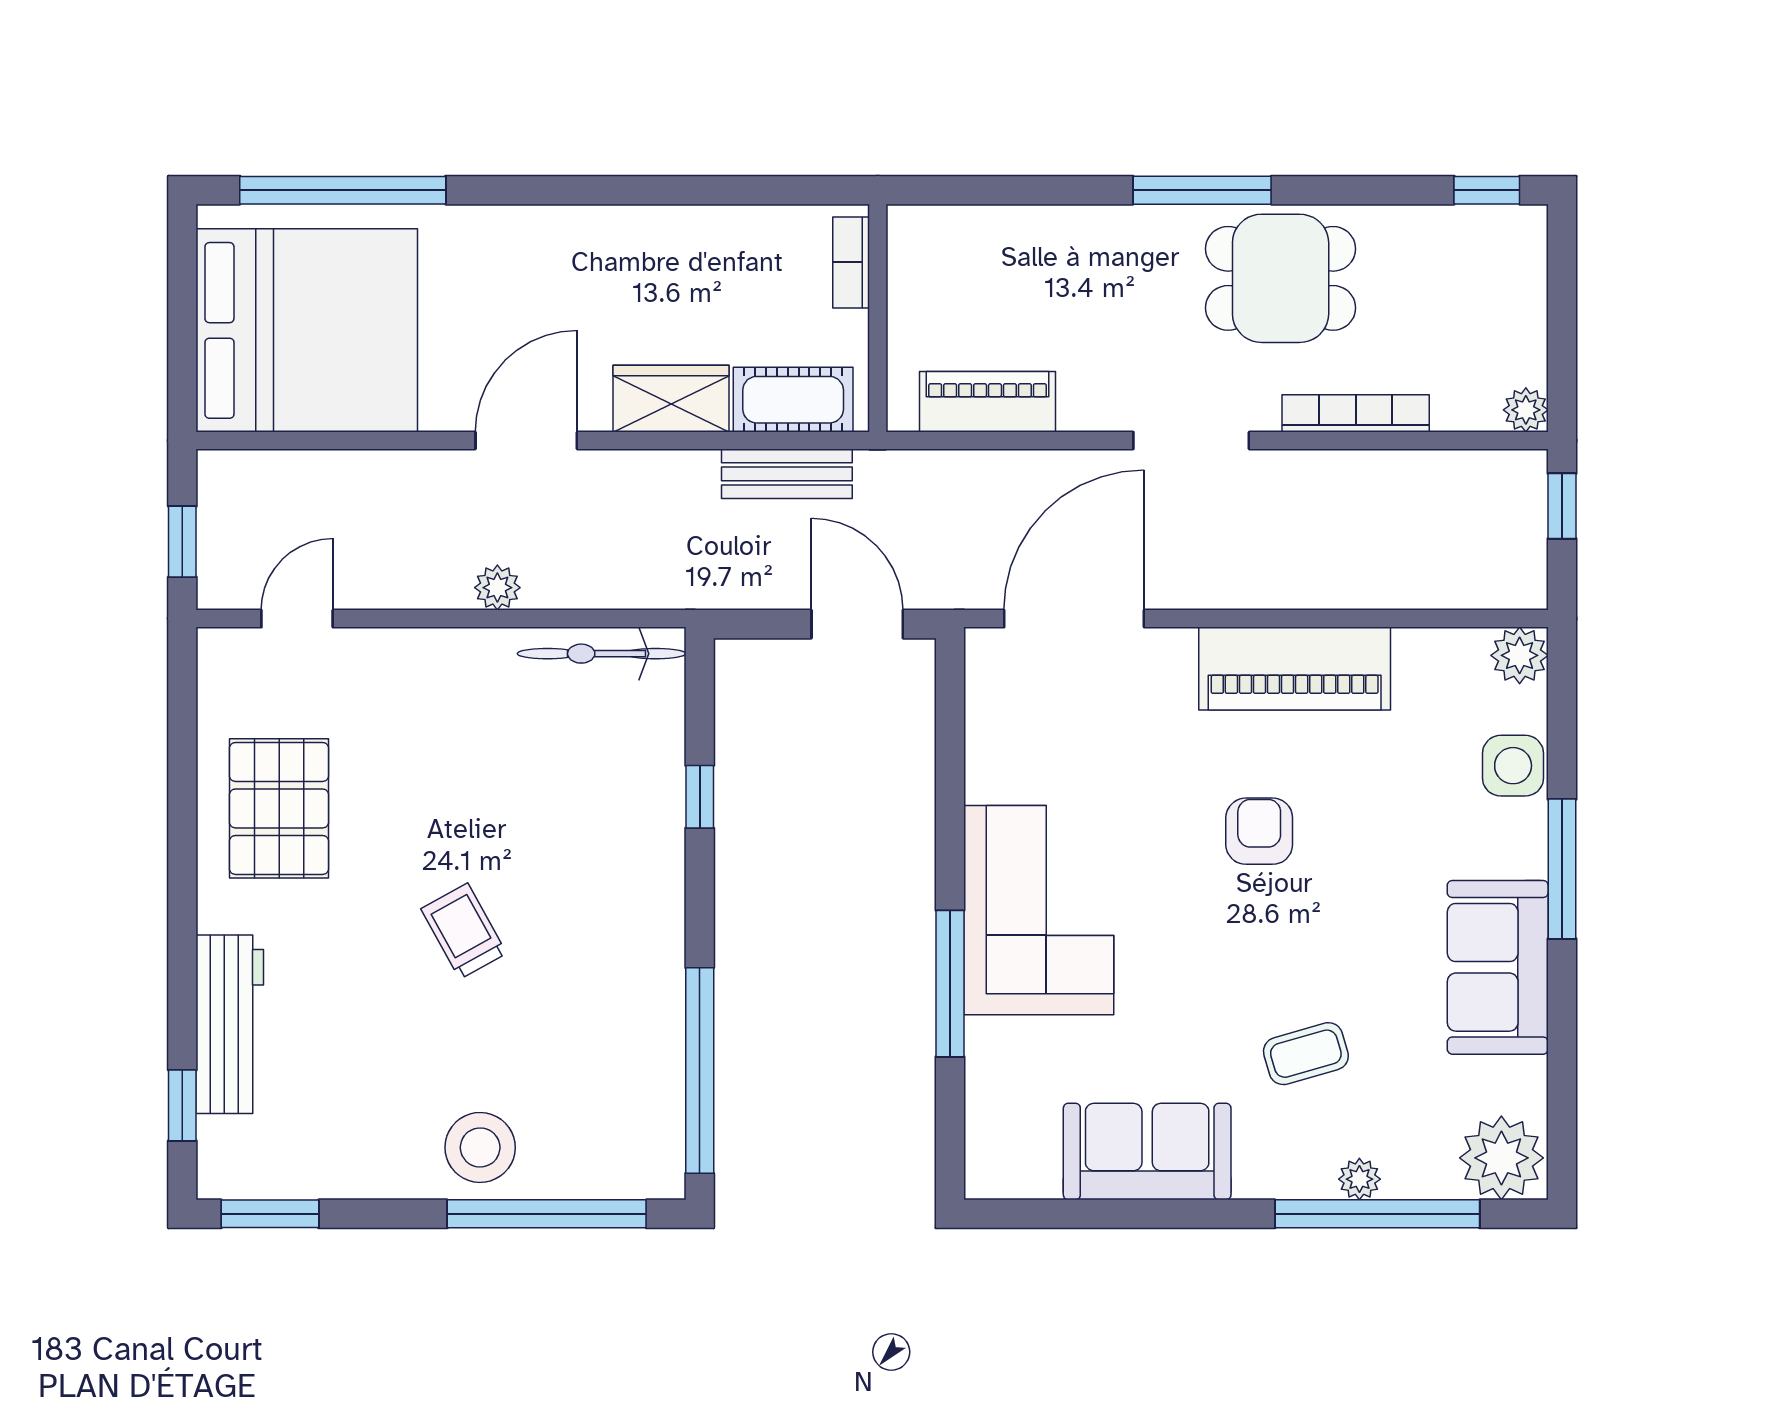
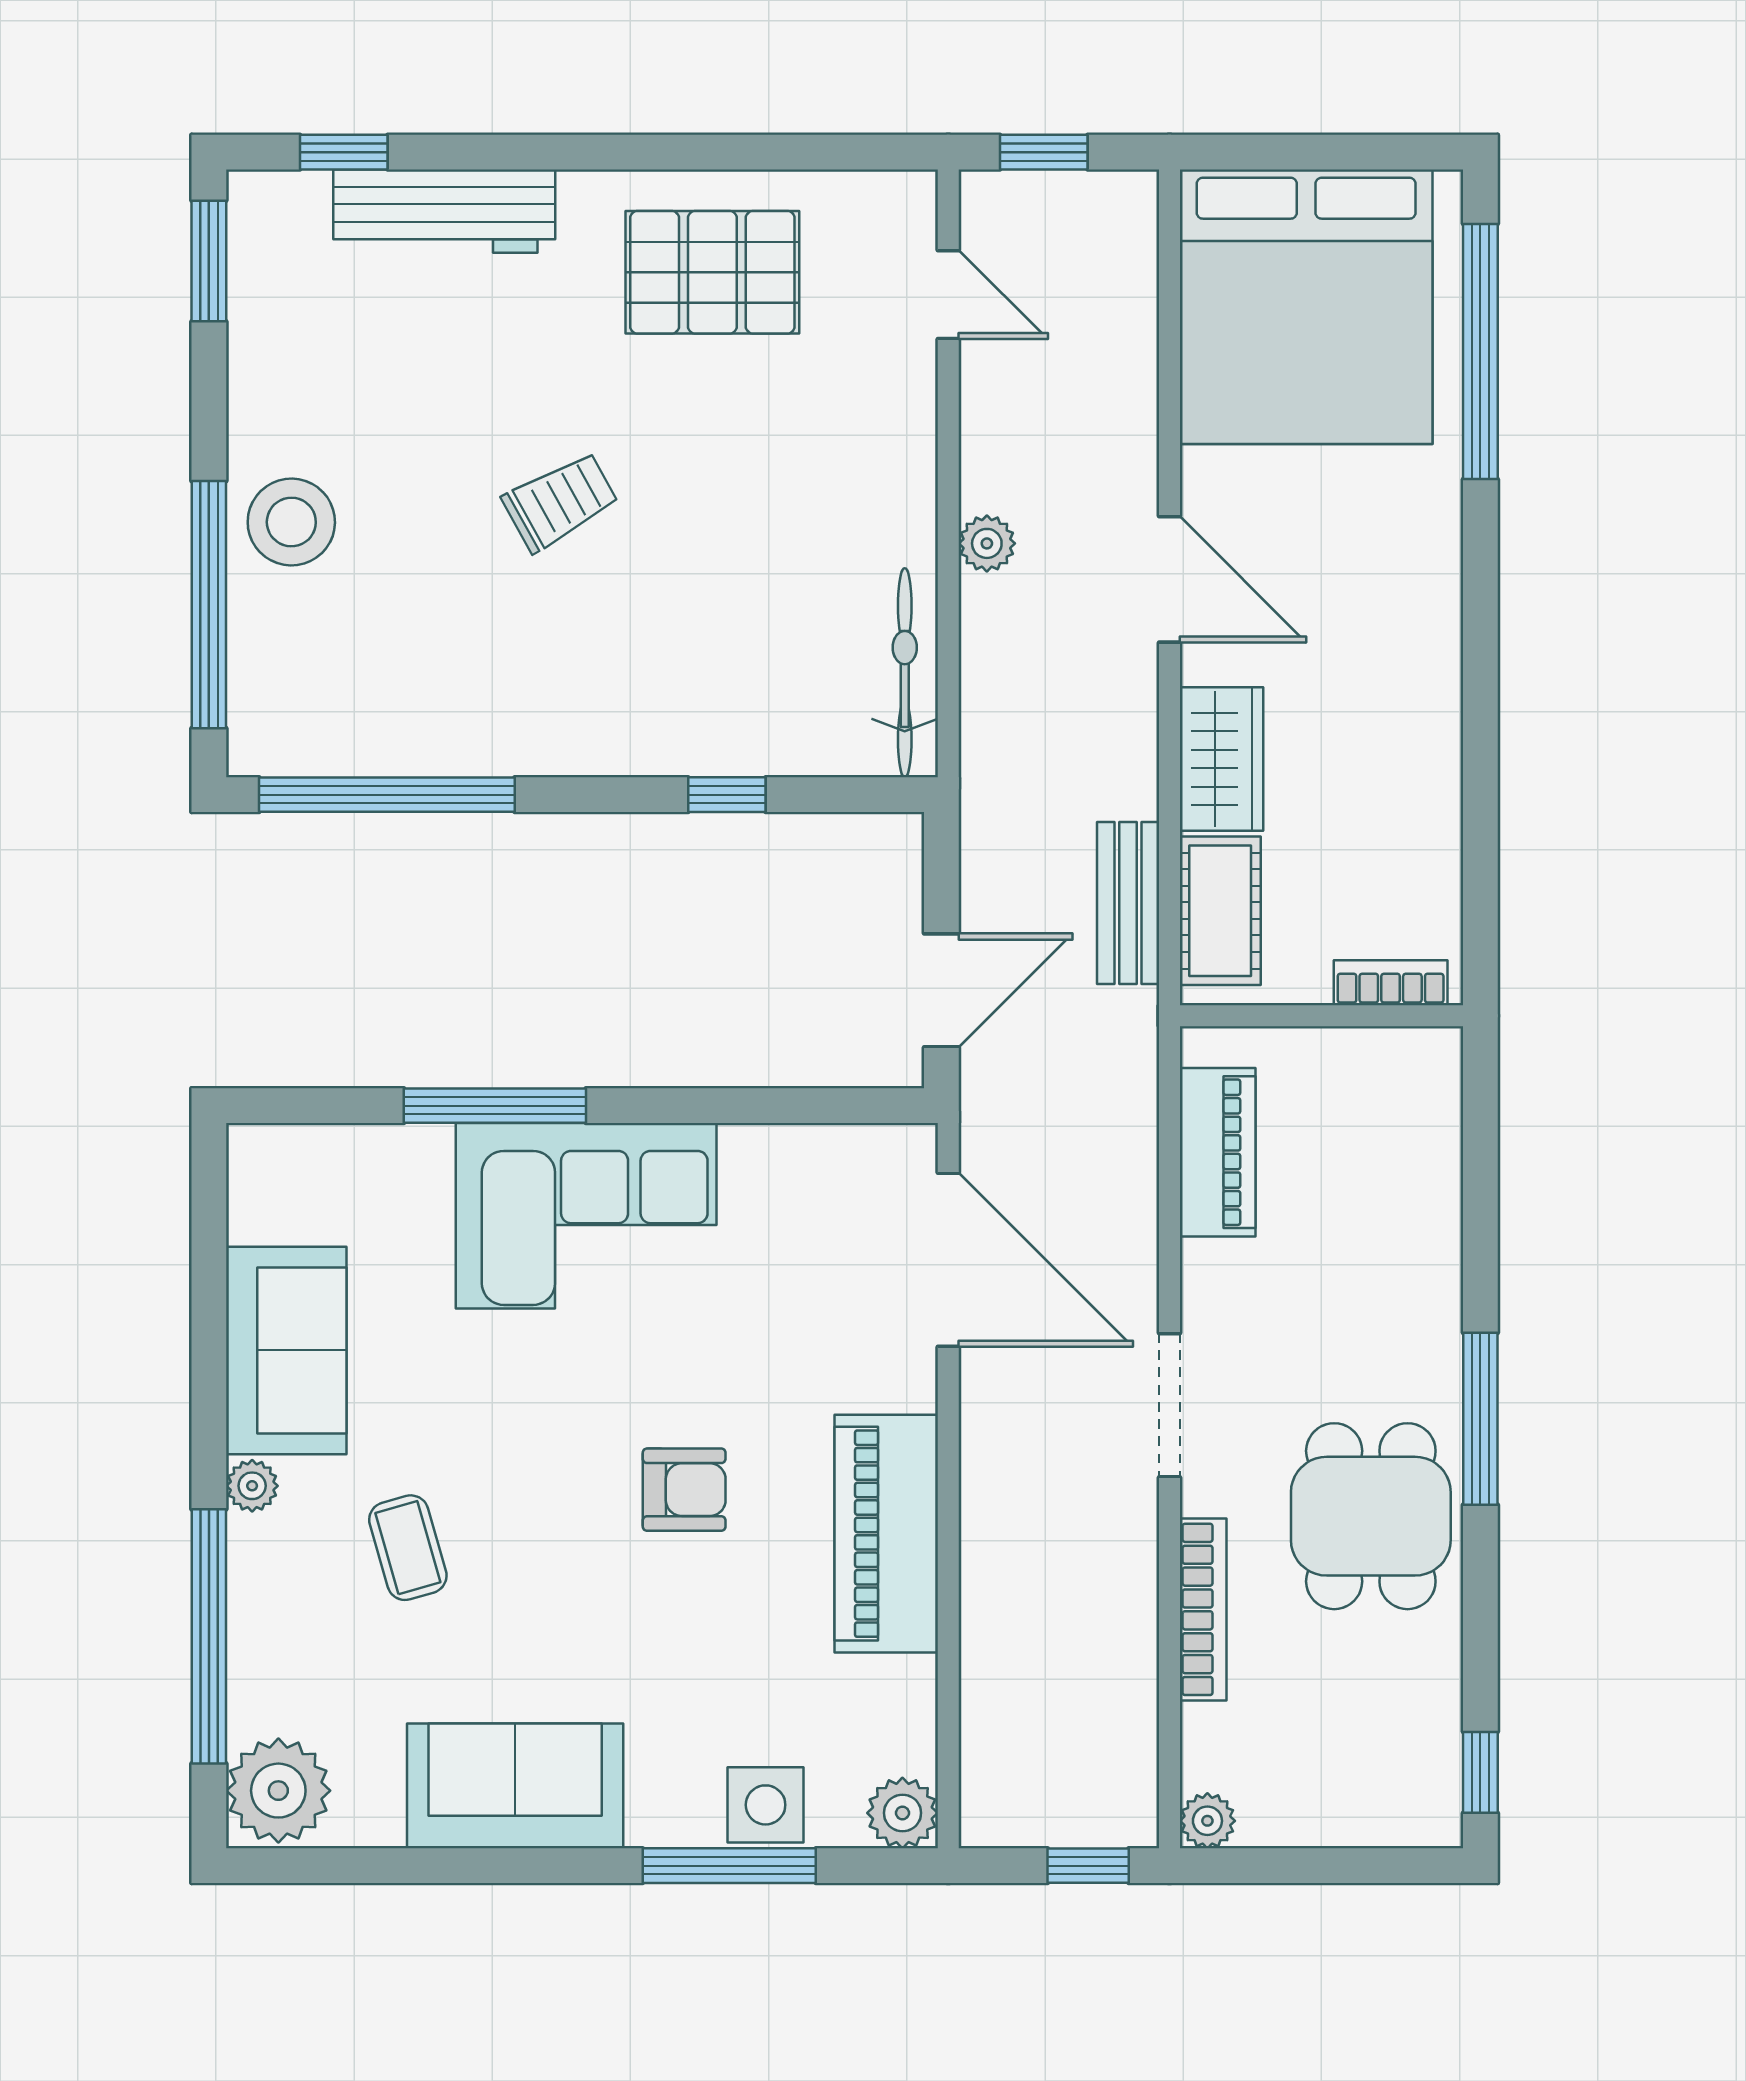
window: (1562, 869) -> (729, 1866), moved
plant: (1359, 1179) -> (252, 1486), moved

